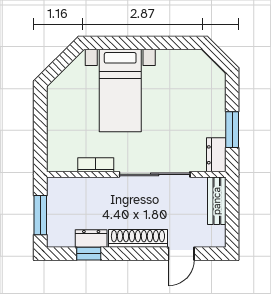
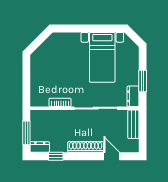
bed with nightstands: (120, 90) -> (102, 57), moved
dresser: (91, 238) -> (40, 147), moved
door: (181, 254) -> (112, 156), swing flipped

